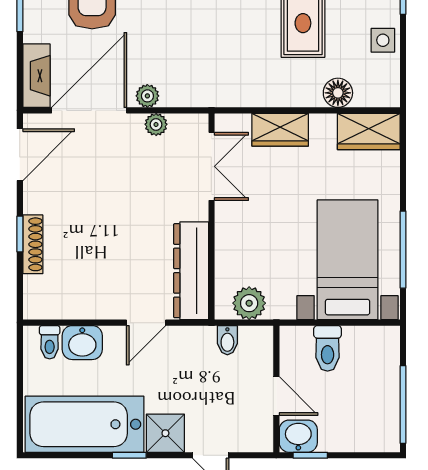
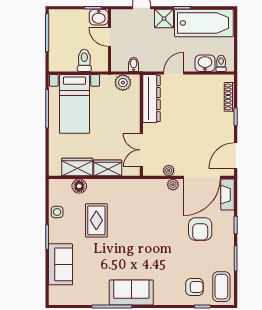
wardrobe: (369, 132) -> (77, 167), moved
shoe rack: (33, 244) -> (229, 97), moved

